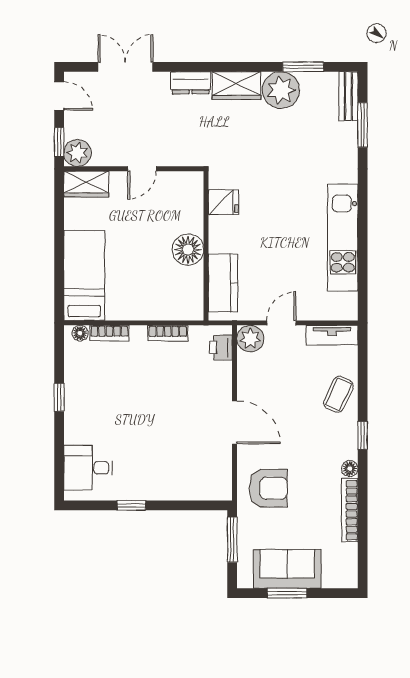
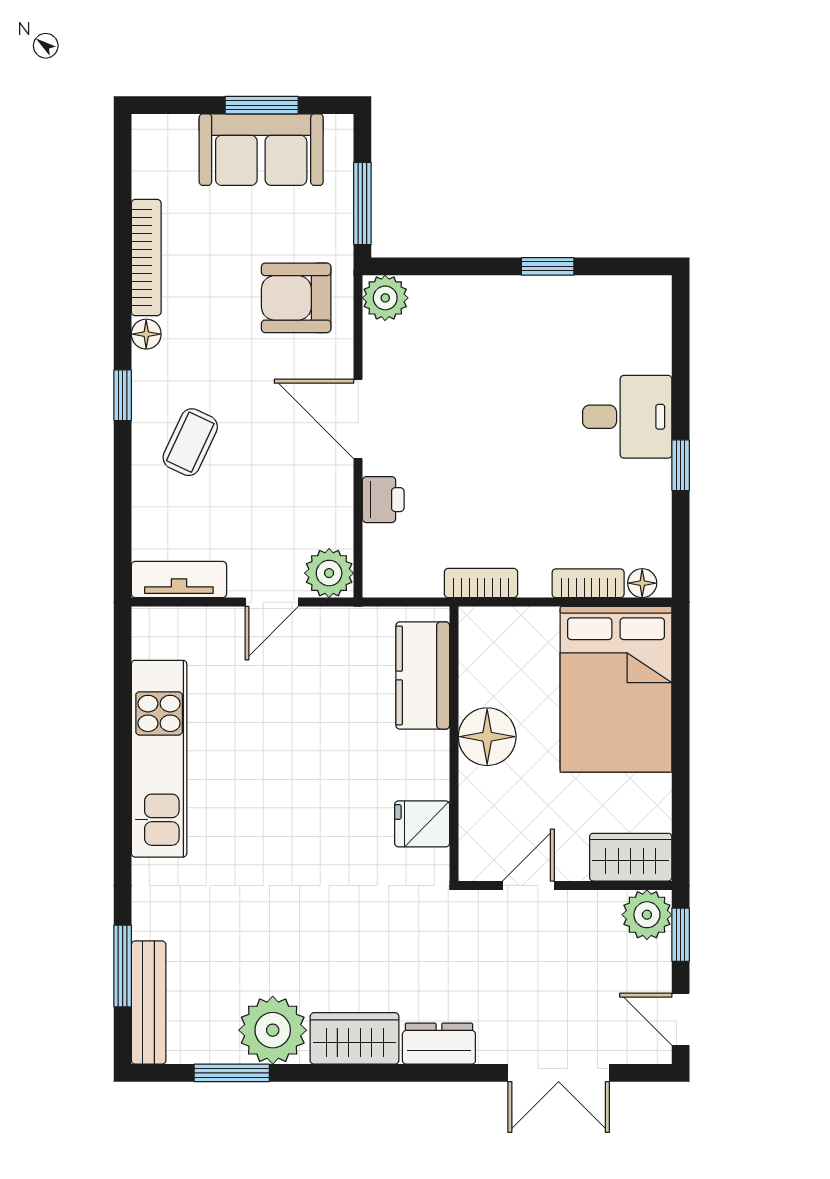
bench: (348, 96) -> (149, 1003), width x1.36
fridge: (223, 202) -> (422, 824), moved
wall: (206, 246) -> (454, 744), moved
floor lamp: (188, 250) -> (487, 737), moved
bed: (84, 275) -> (616, 689), width x1.50
kitchen counter: (223, 283) -> (423, 675), moved
printer: (221, 347) -> (383, 500), moved
coffee table: (338, 394) -> (190, 442), moved
desk: (88, 468) -> (627, 417), moved
plant: (220, 488) -> (385, 298), added

